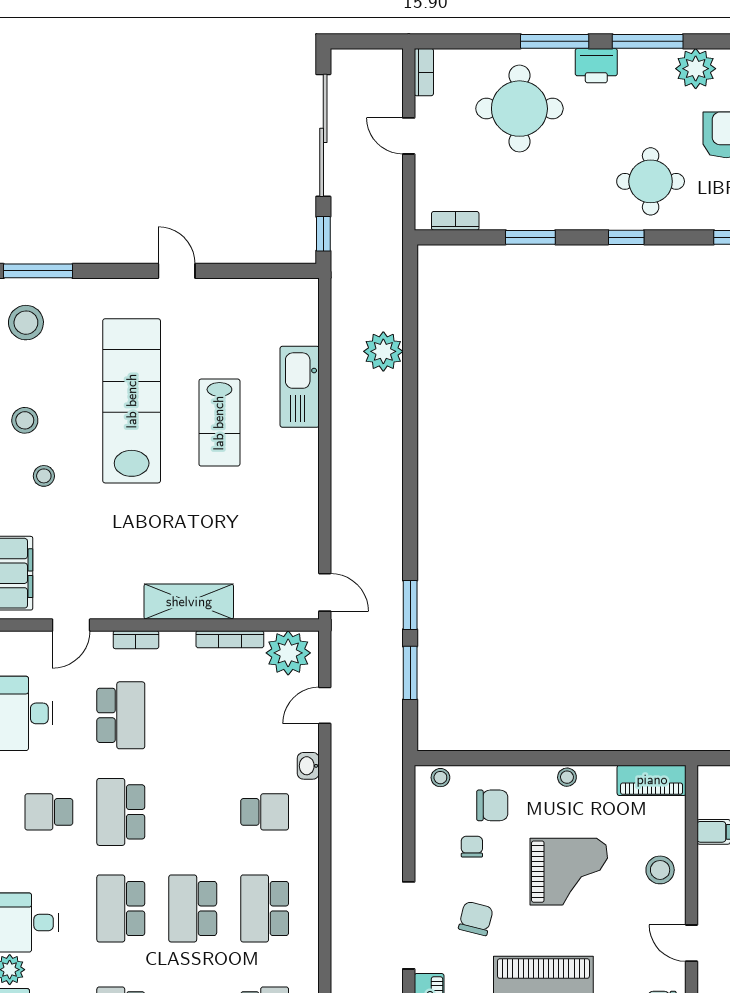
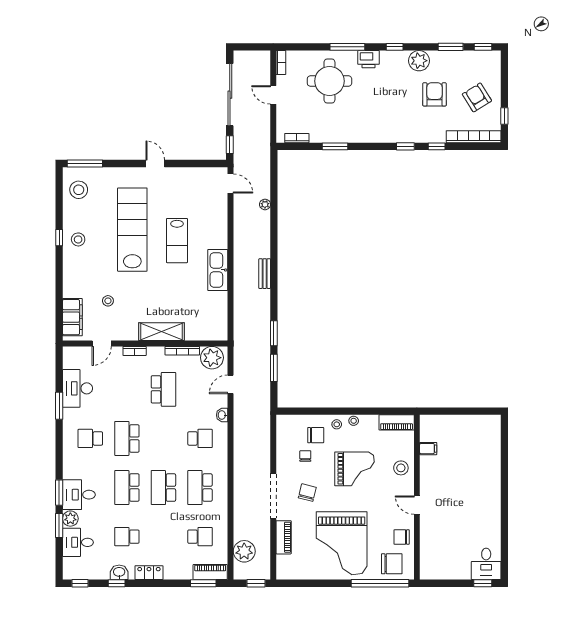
window: (648, 41) -> (395, 47), width x0.46
round table: (651, 181) -> (396, 118), removed
window: (626, 237) -> (405, 146), moved
plant: (383, 351) -> (265, 204), width x0.53, depth x0.53
kitchen sink: (300, 387) -> (218, 270), moved
stool: (44, 476) -> (108, 301), moved
bench: (392, 487) -> (265, 274), added
door: (325, 592) -> (231, 183), moved
school desk: (121, 715) -> (163, 389), moved
stool: (440, 778) -> (337, 424), moved

